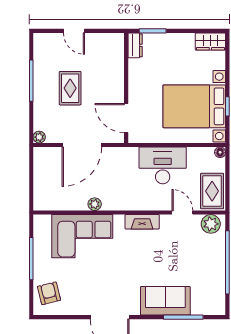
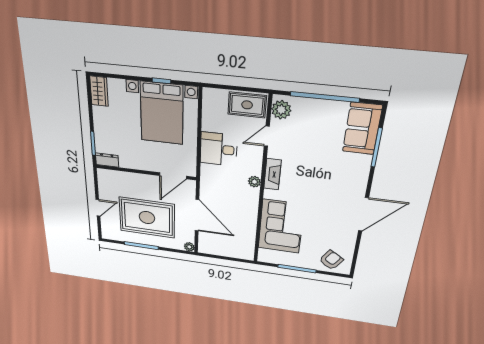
rug: (70, 88) -> (147, 218), width x1.86, depth x2.06
floor lamp: (220, 152) -> (208, 93), removed
desk: (163, 165) -> (219, 149), width x0.73
plant: (95, 204) -> (254, 182), moved
armchair: (49, 293) -> (331, 260), turned 137
sofa: (165, 301) -> (362, 129), moved

